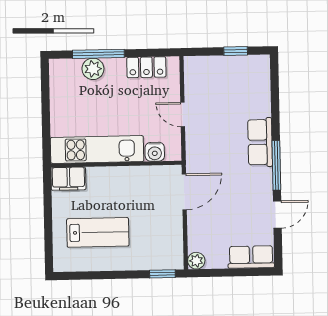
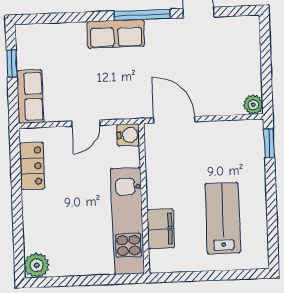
window: (98, 54) -> (18, 221), removed
plant: (93, 69) -> (37, 265), moved
water cooler: (155, 152) -> (128, 135), moved
filing cabinet: (68, 179) -> (161, 229), moved
row of seats: (251, 257) -> (30, 97), moved, turned 180

